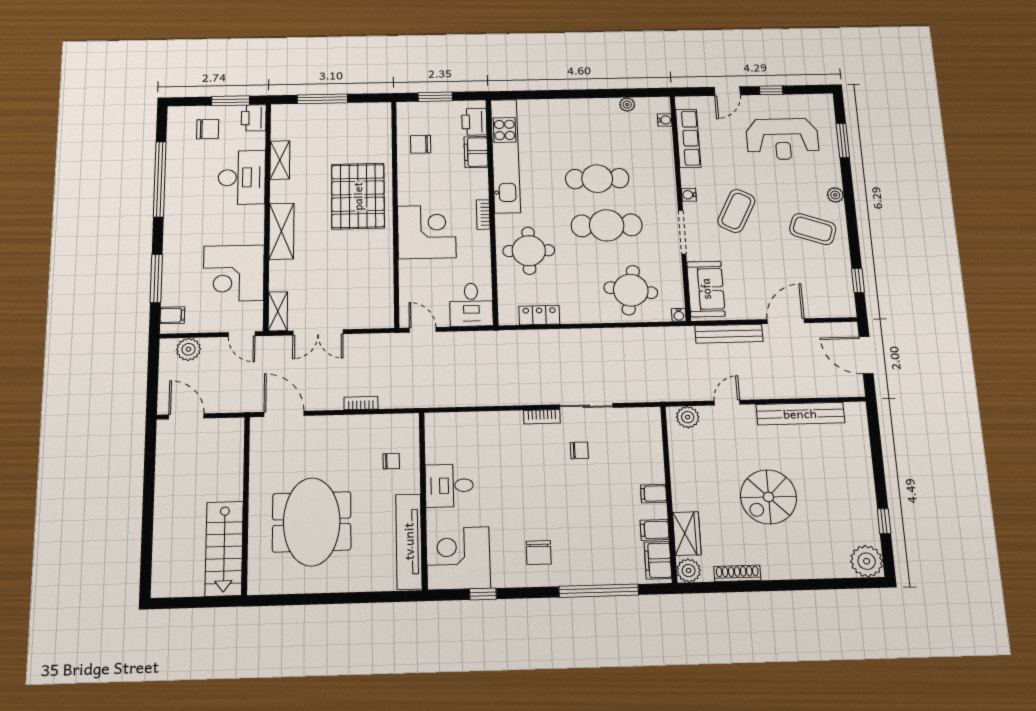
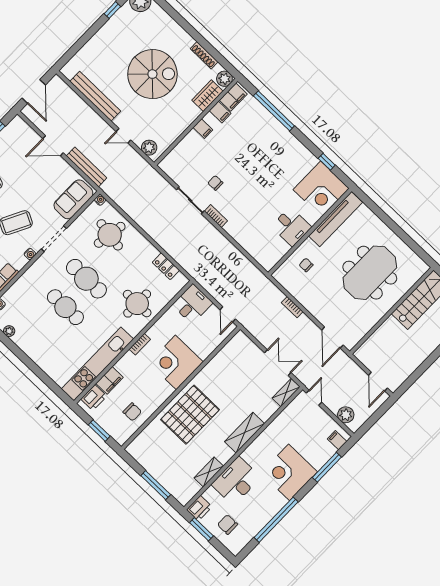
corner desk: (234, 273) -> (289, 472), moved, turned 180
spiral stairs: (768, 497) -> (152, 74), width x1.37, depth x1.37
chair: (539, 553) -> (283, 155), removed

